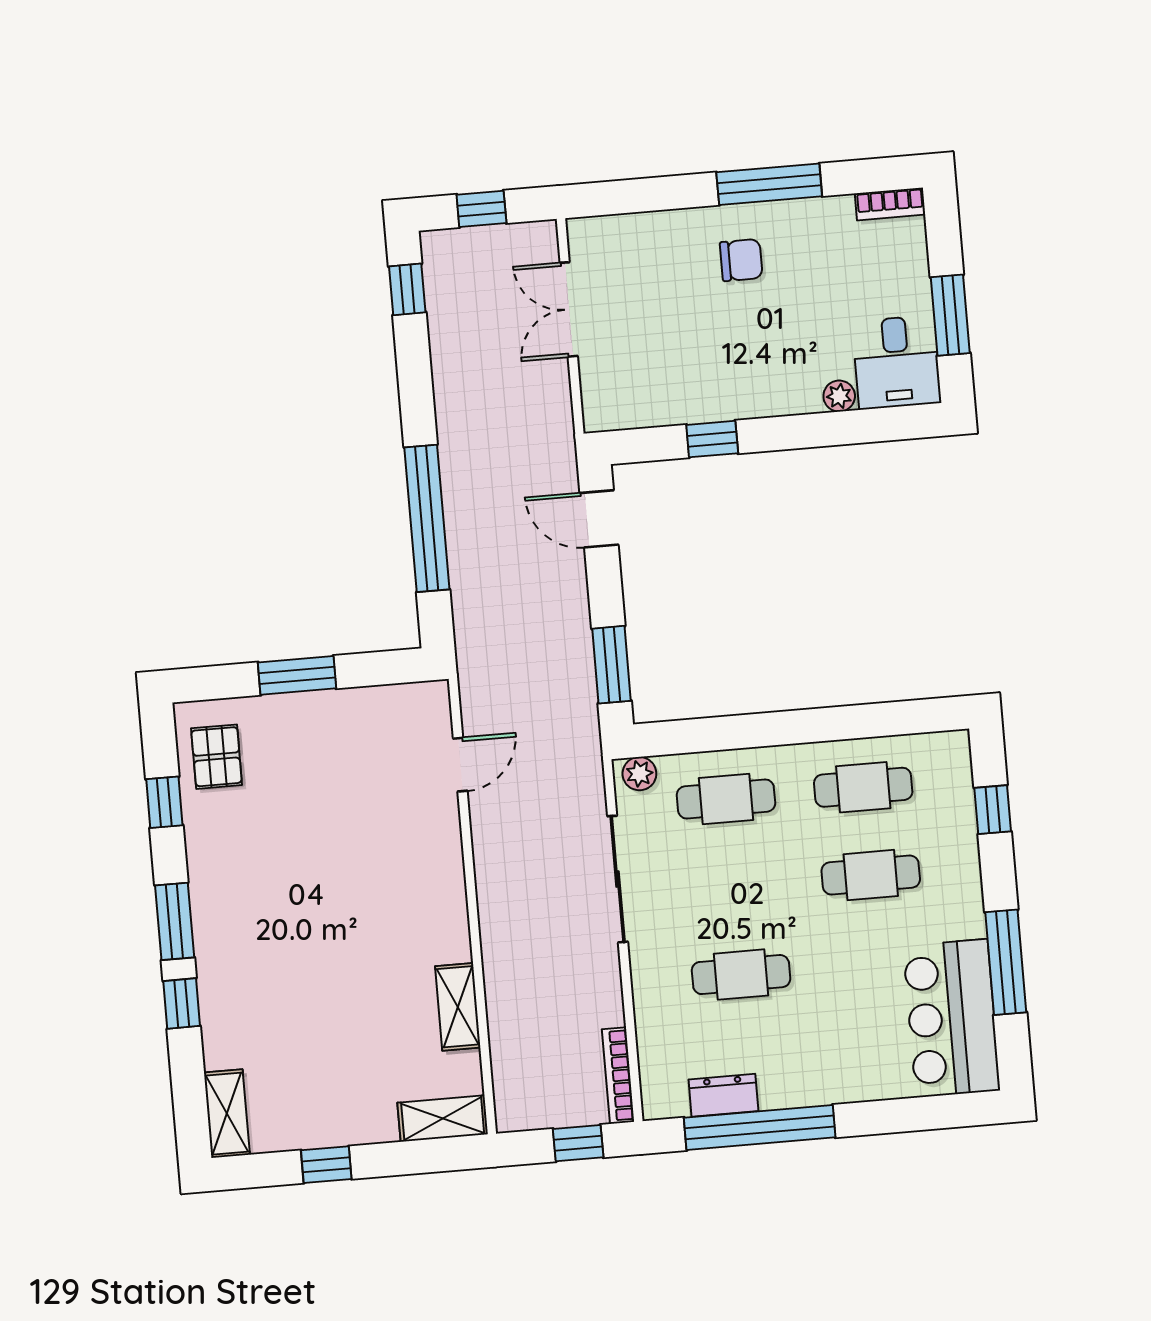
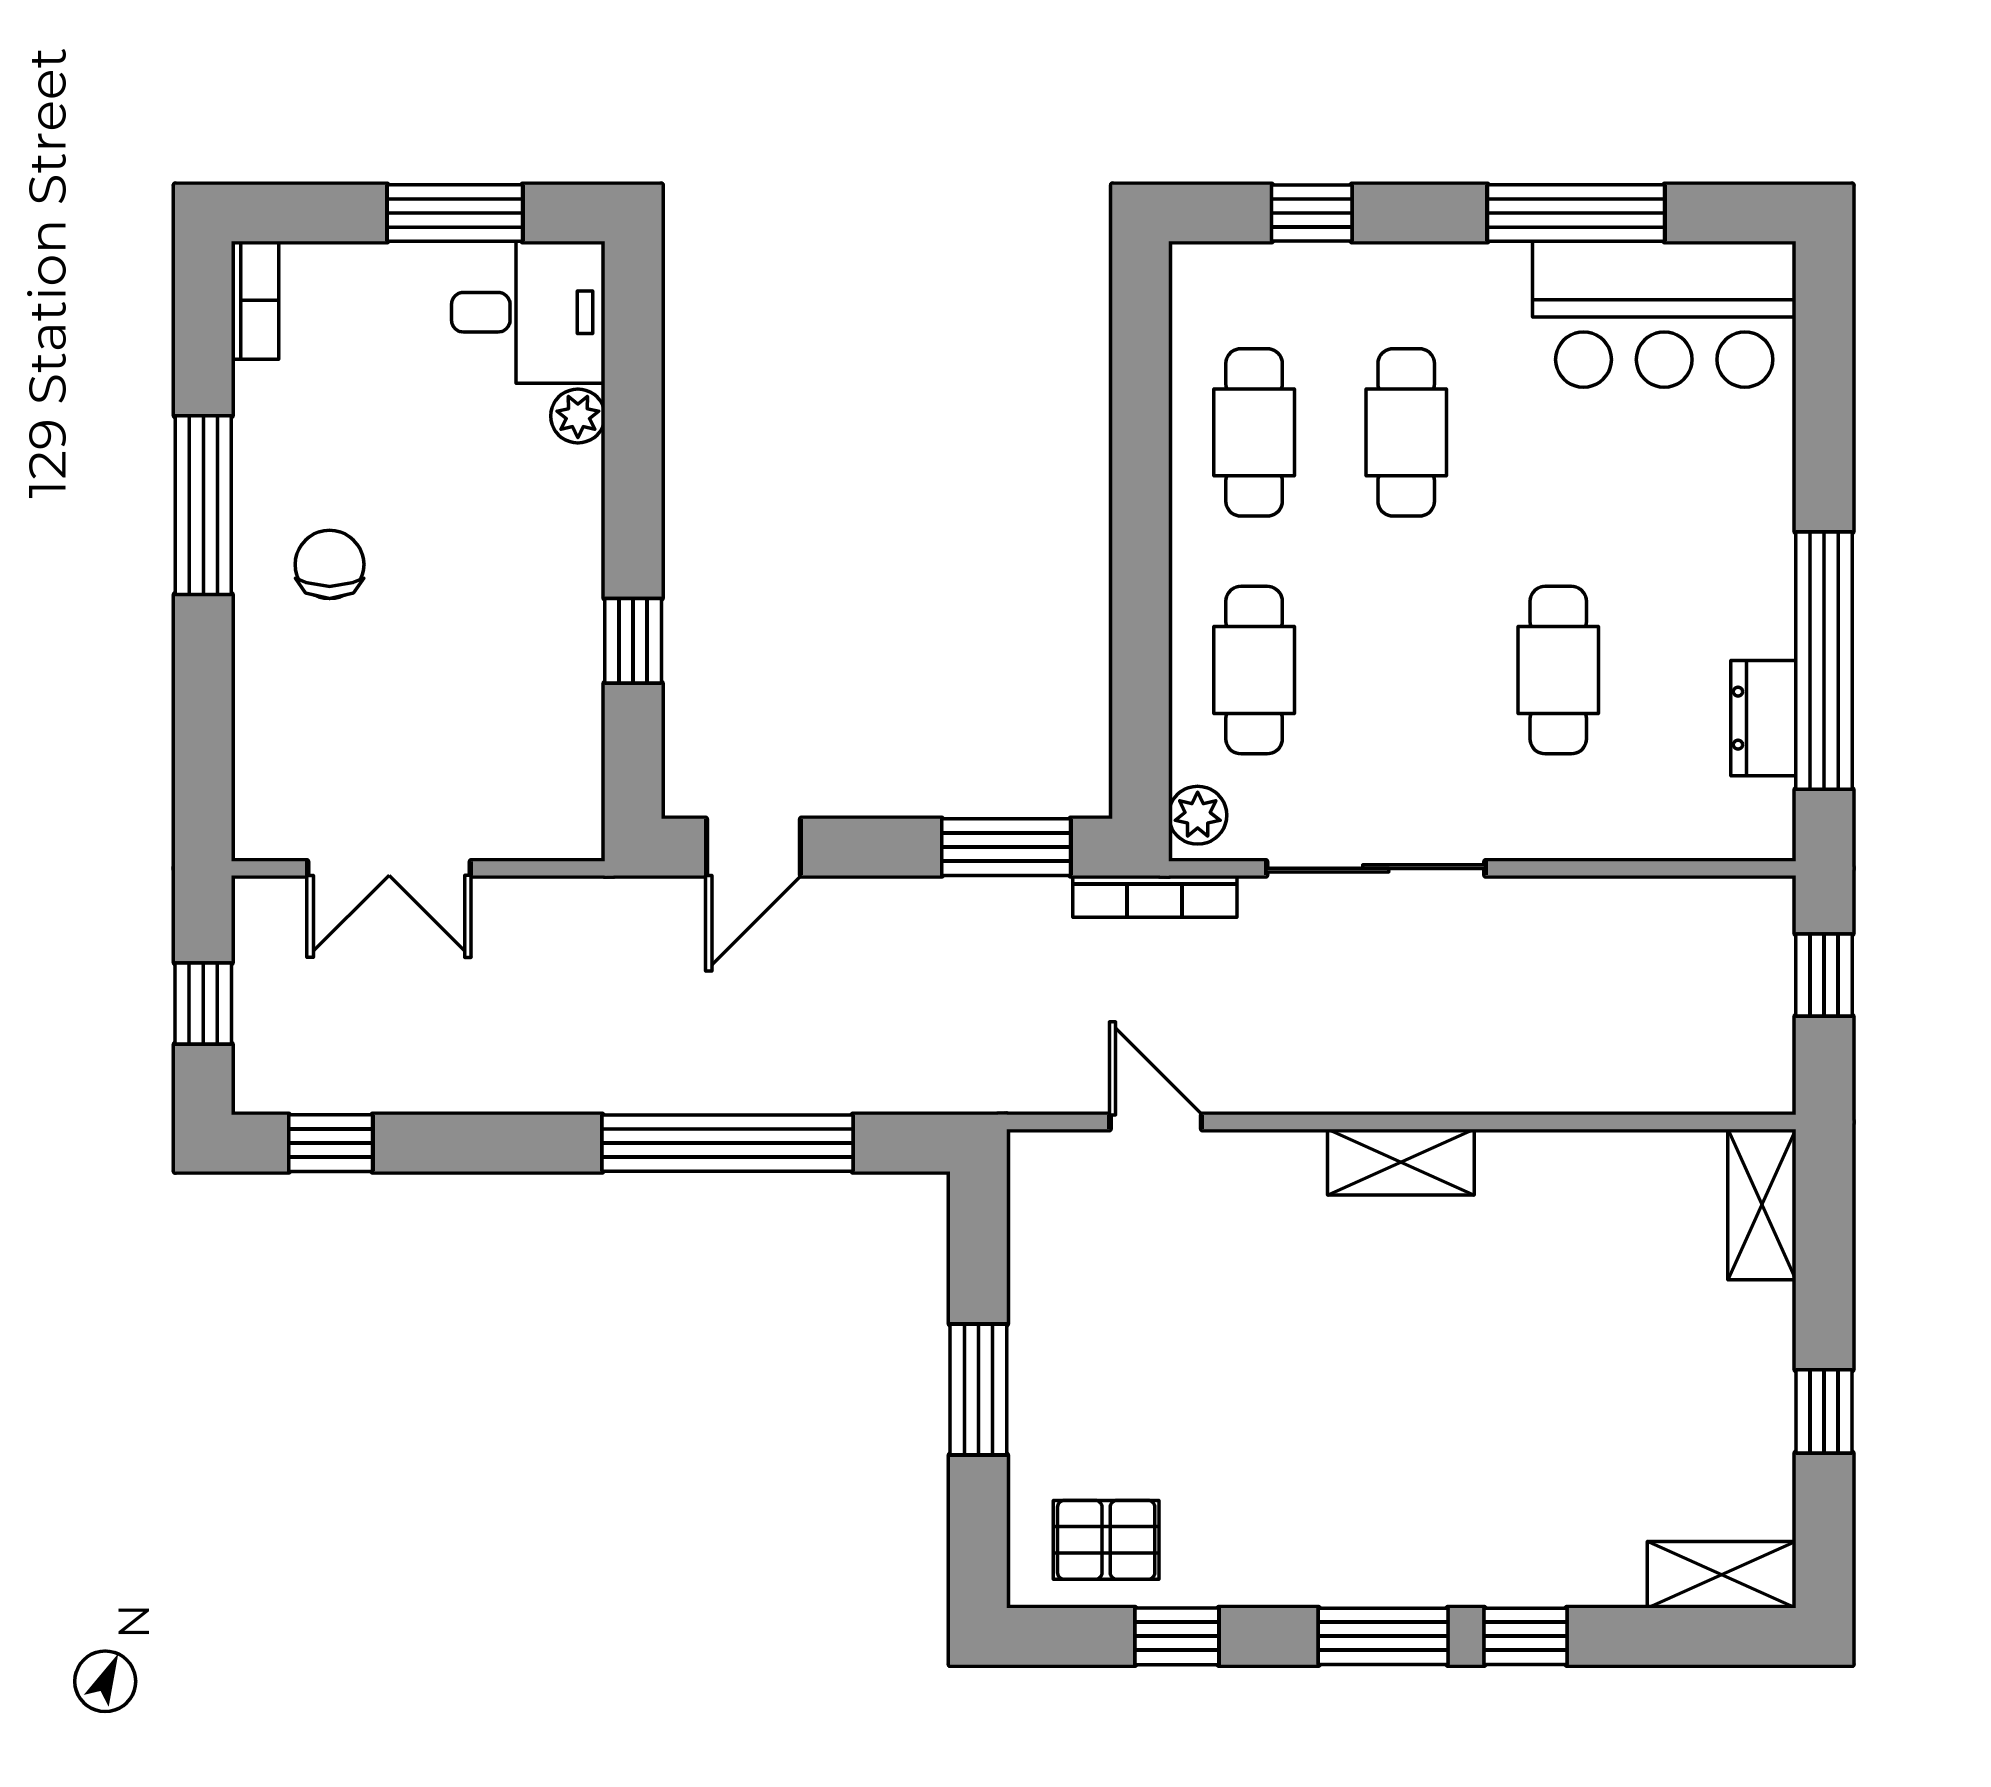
shelving: (458, 1007) -> (1401, 1162), moved
bookcase: (618, 1076) -> (1155, 896), moved

